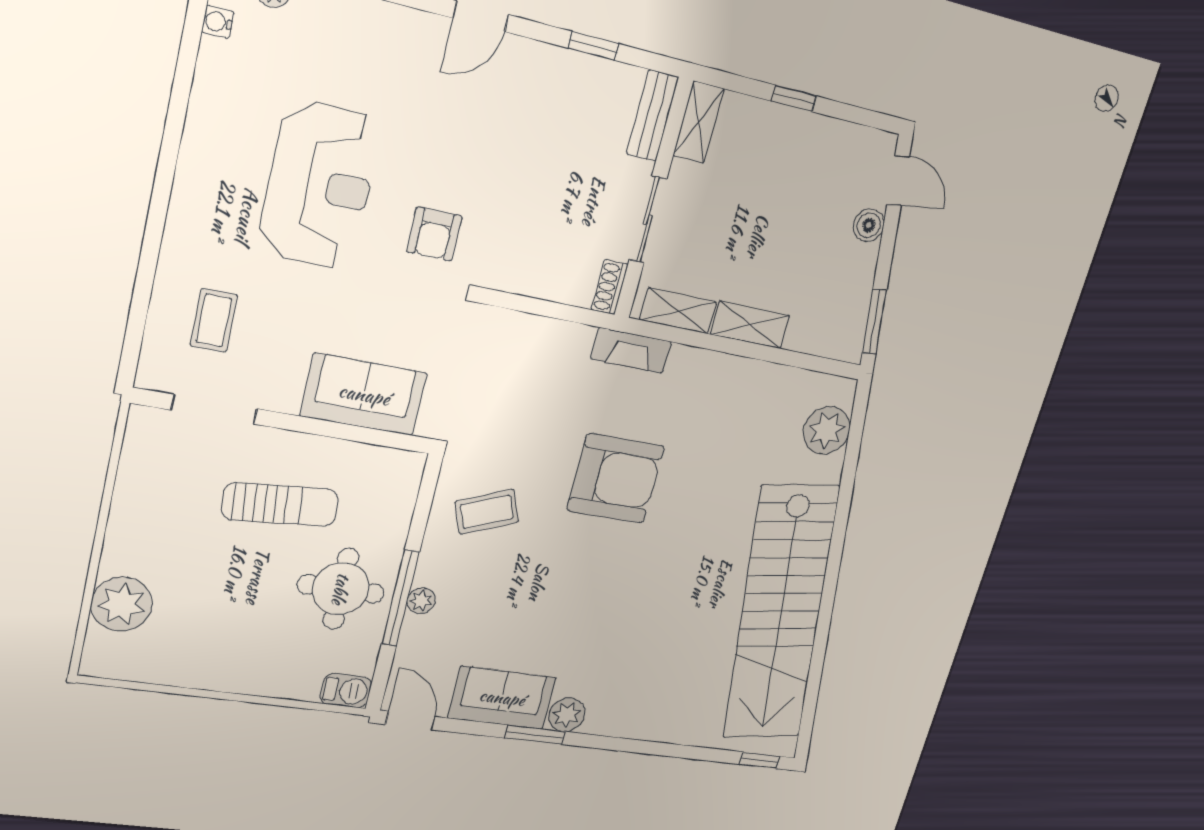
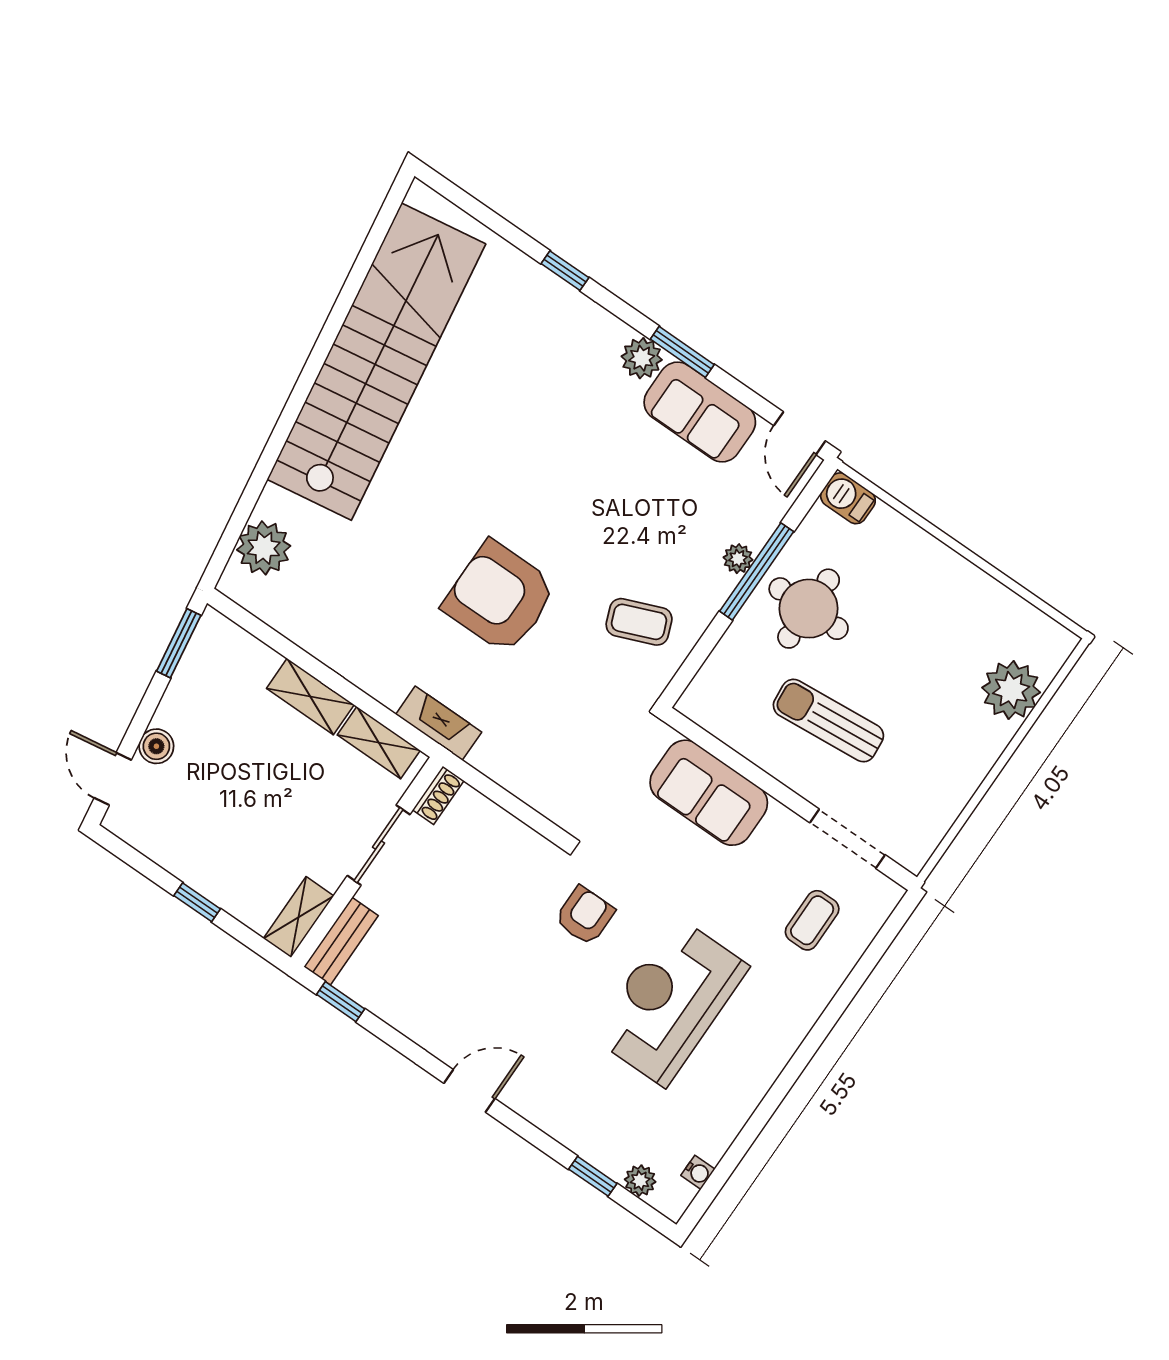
window: (593, 46) -> (341, 1002), moved
window: (760, 760) -> (565, 271), moved

